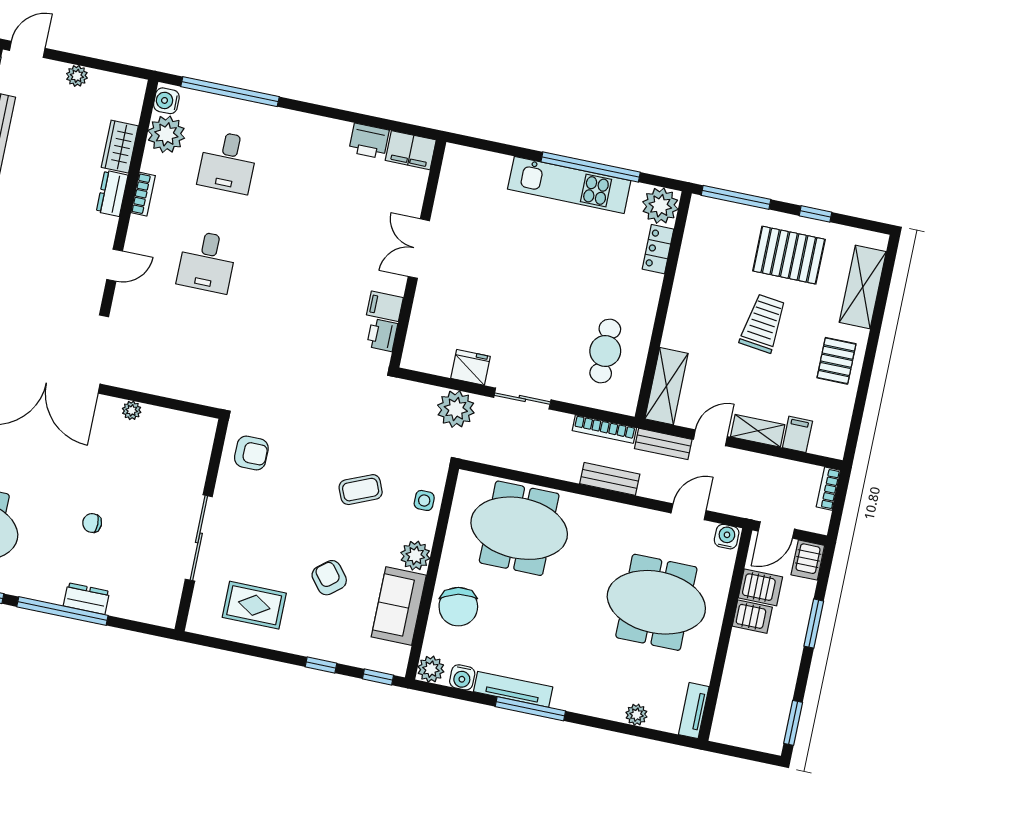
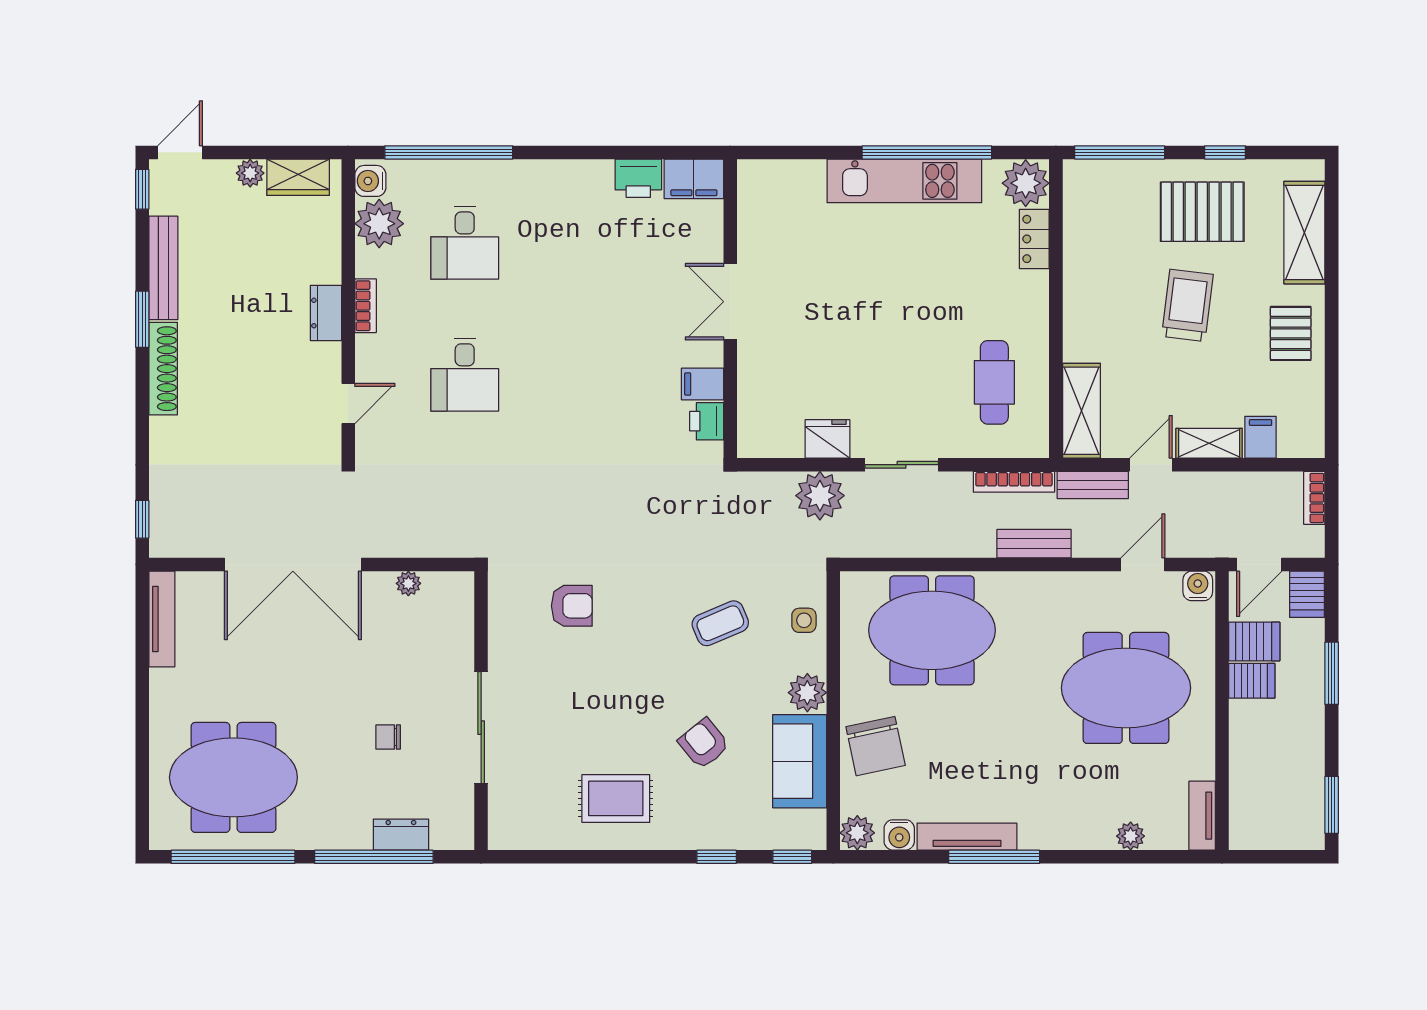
wardrobe: (120, 147) -> (298, 177), moved, turned -90
wall: (202, 525) -> (481, 711), moved
sliding door: (199, 538) -> (481, 728), moved

